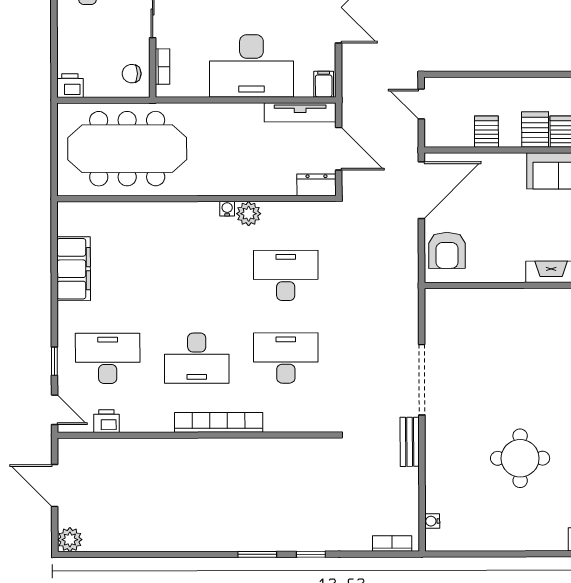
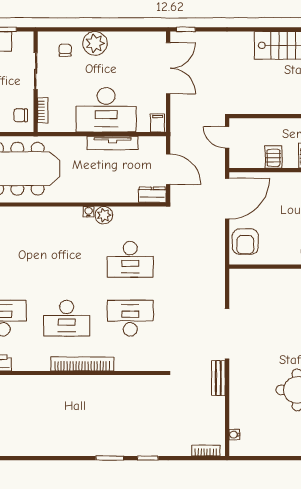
tv unit: (300, 112) -> (113, 143), moved
desk: (286, 275) -> (130, 259), turned 180

